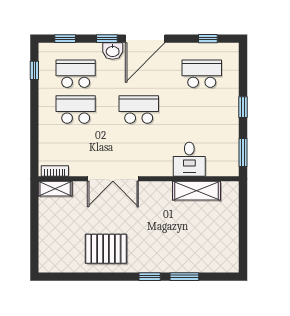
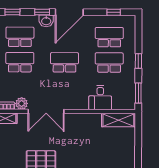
school desk: (202, 110) -> (109, 63), added
plant: (78, 168) -> (22, 103), added
shelving: (196, 191) -> (118, 120), moved

